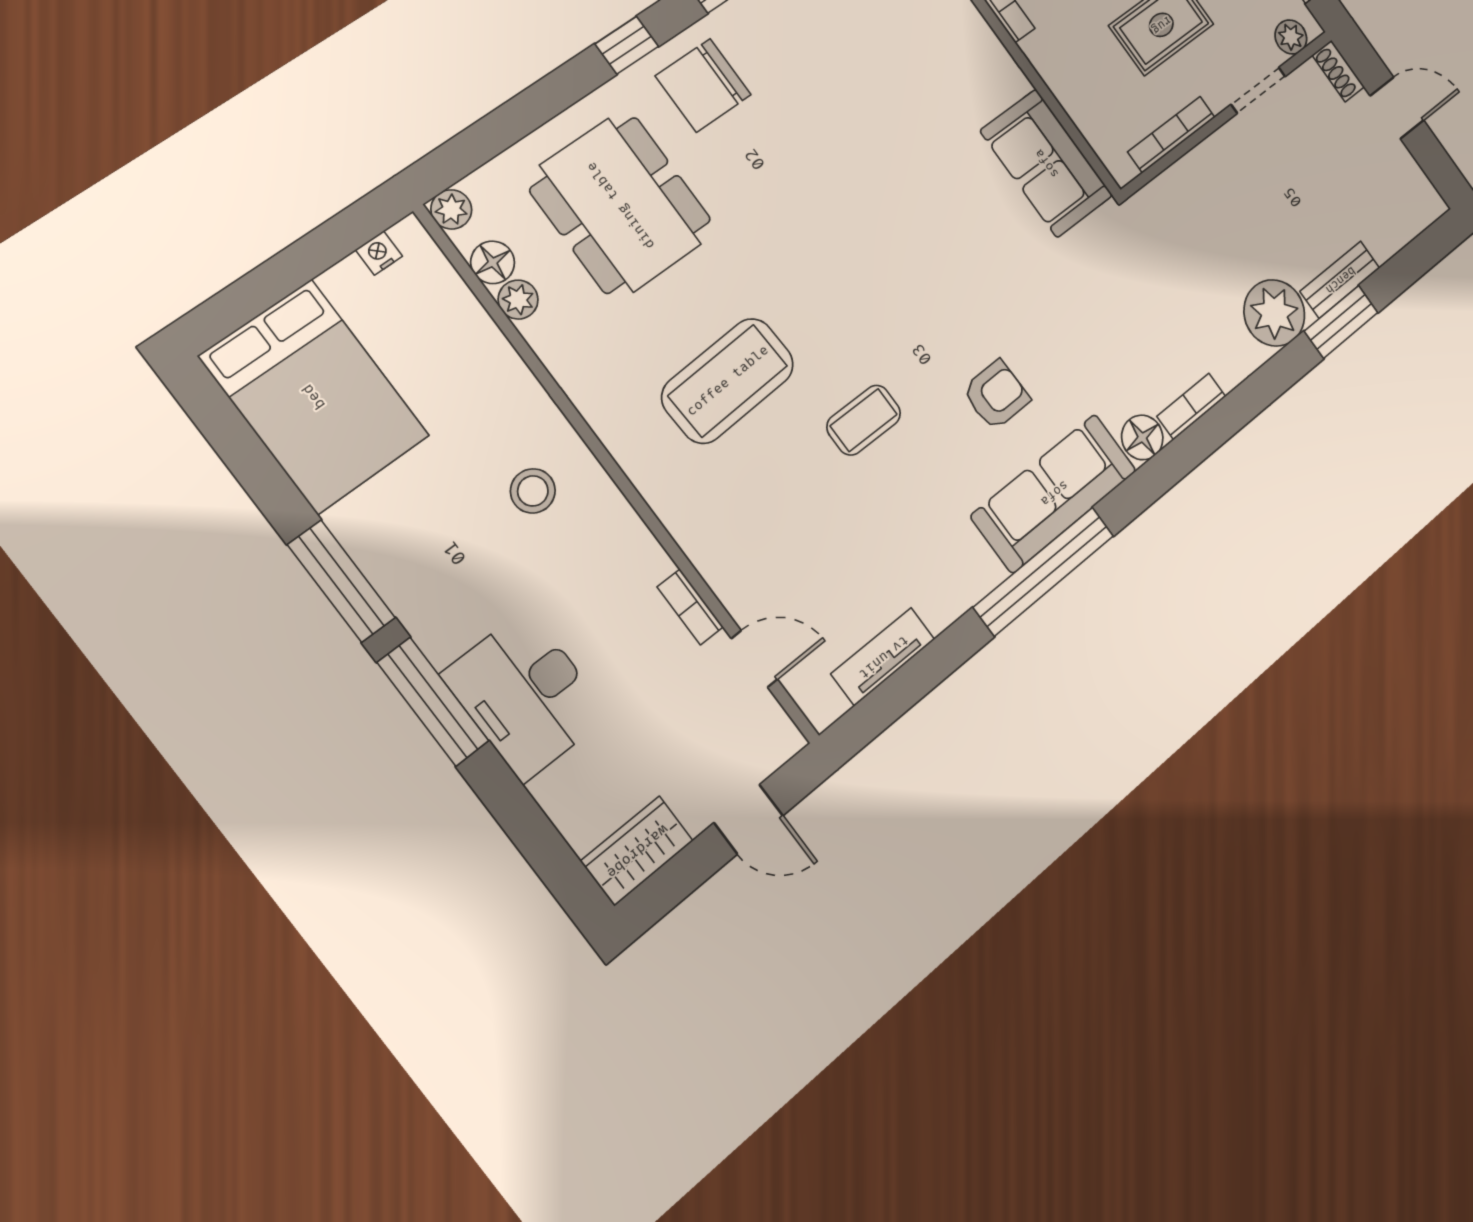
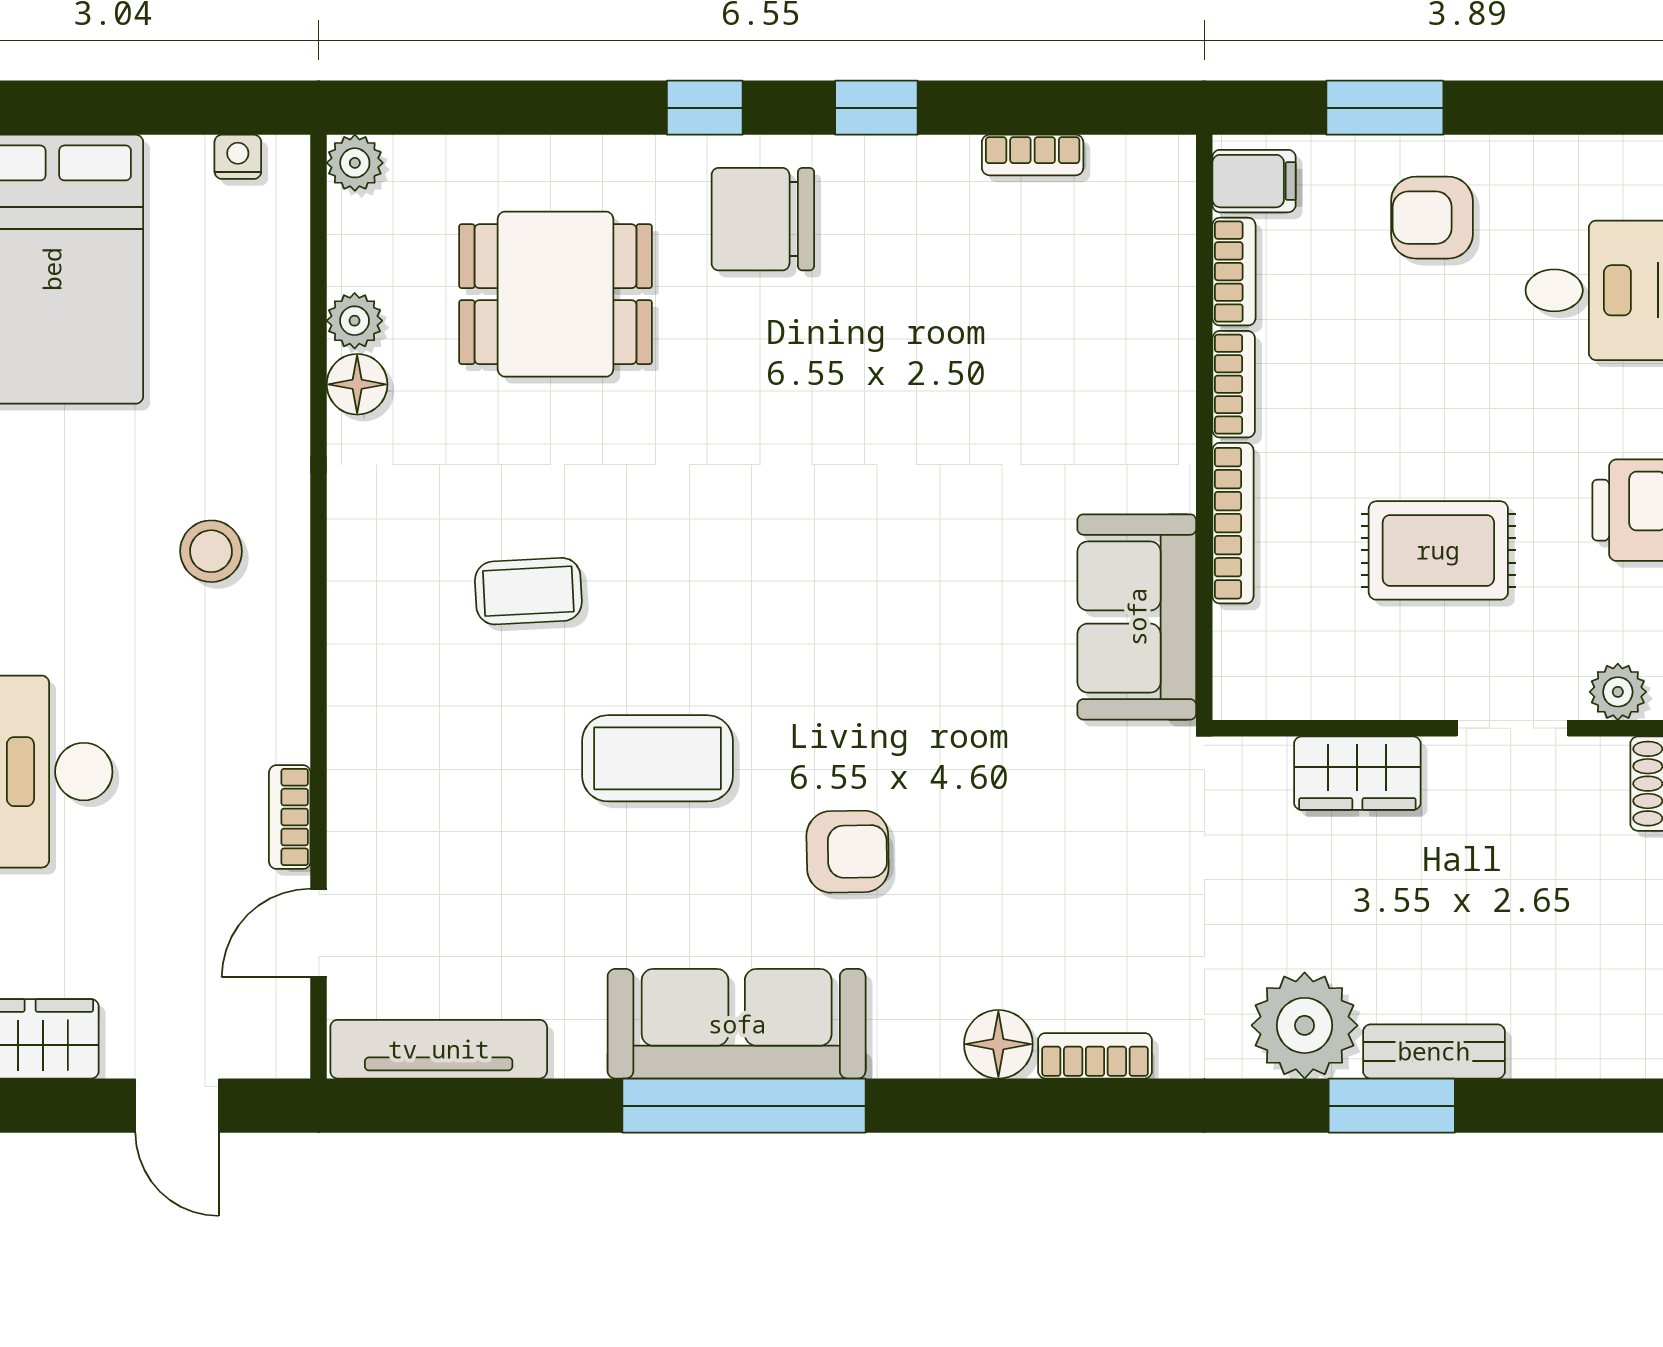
bookcase: (1171, 134) -> (1233, 523), moved, turned 90
wardrobe: (1206, 166) -> (1357, 773), added
dining table: (621, 205) -> (555, 294), width x0.73
floor lamp: (493, 262) -> (357, 384), moved
coffee table: (728, 381) -> (528, 591), width x0.54, depth x0.58
coffee table: (864, 420) -> (658, 758), width x1.36, depth x1.30
sofa: (1054, 493) -> (737, 1024), moved
tv unit: (883, 657) -> (439, 1049), width x1.41
door: (754, 659) -> (319, 933), swing flipped

